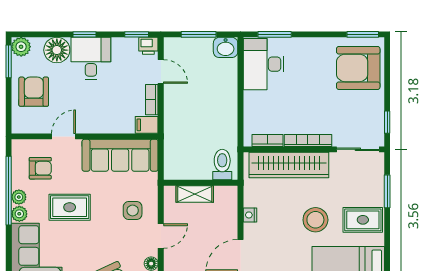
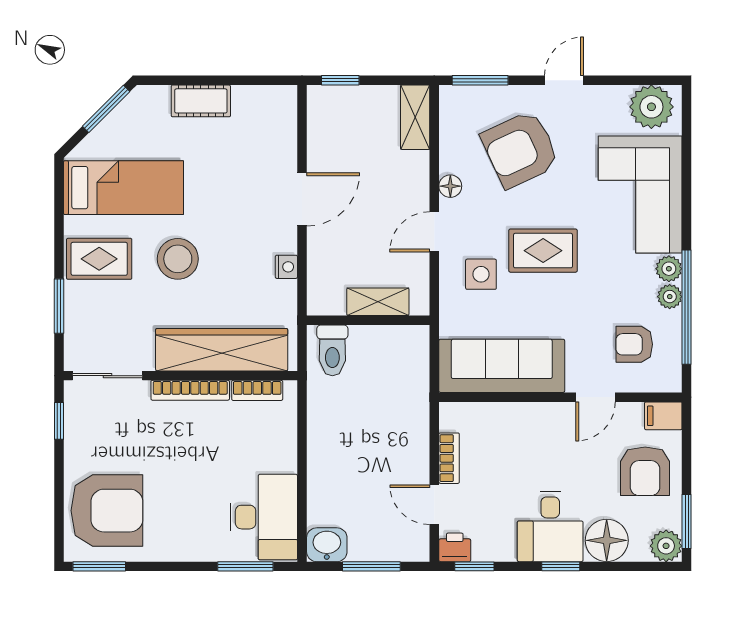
filing cabinet: (147, 125) -> (663, 416), moved, turned 180
rug: (70, 207) -> (543, 251), moved

